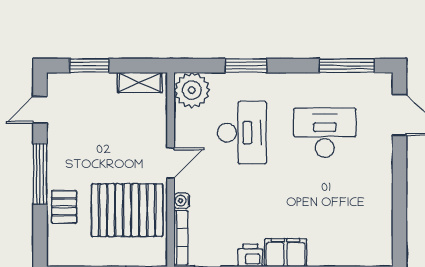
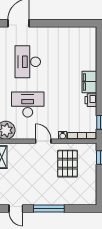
pallet: (64, 207) -> (66, 196), removed
pallet: (127, 210) -> (68, 164), width x0.73, depth x0.71

